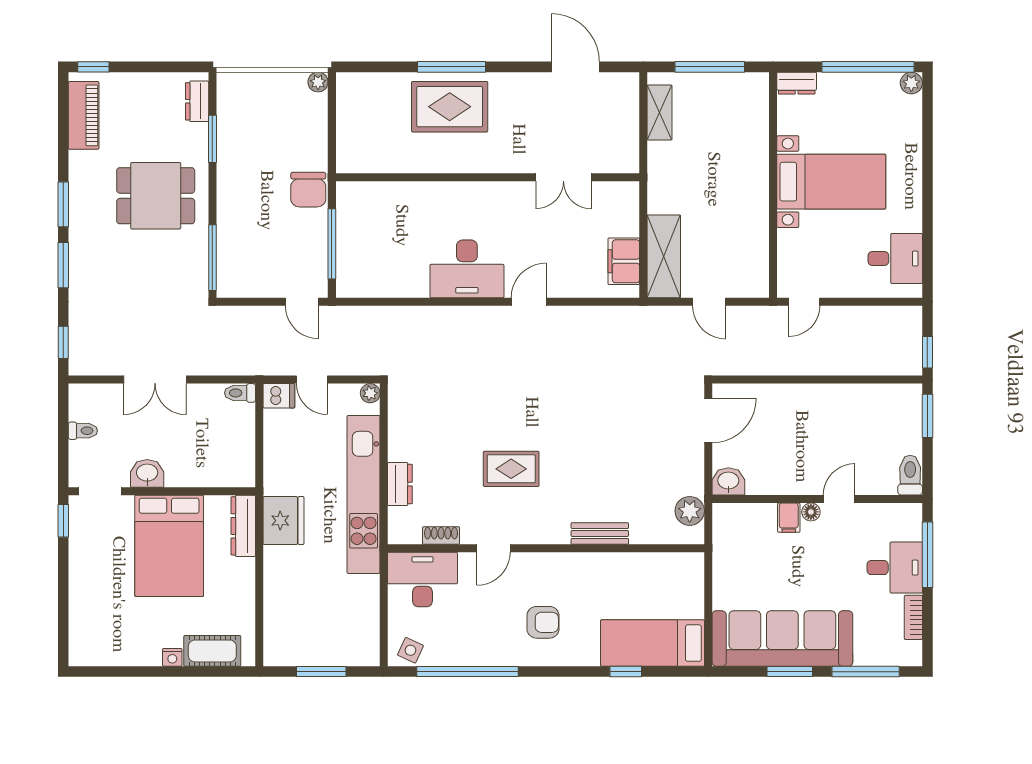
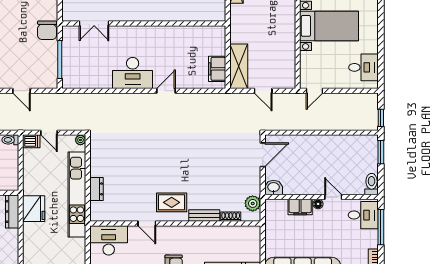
double door: (563, 177) -> (94, 24), moved
door: (302, 302) -> (21, 91), moved
rug: (511, 469) -> (172, 202), moved
door: (839, 499) -> (333, 197), hinge flipped
filing cabinet: (789, 518) -> (300, 207), width x2.00
shoe rack: (441, 535) -> (231, 217), moved
door: (493, 548) -> (147, 224), hinge flipped
desk: (895, 568) -> (363, 215), moved

